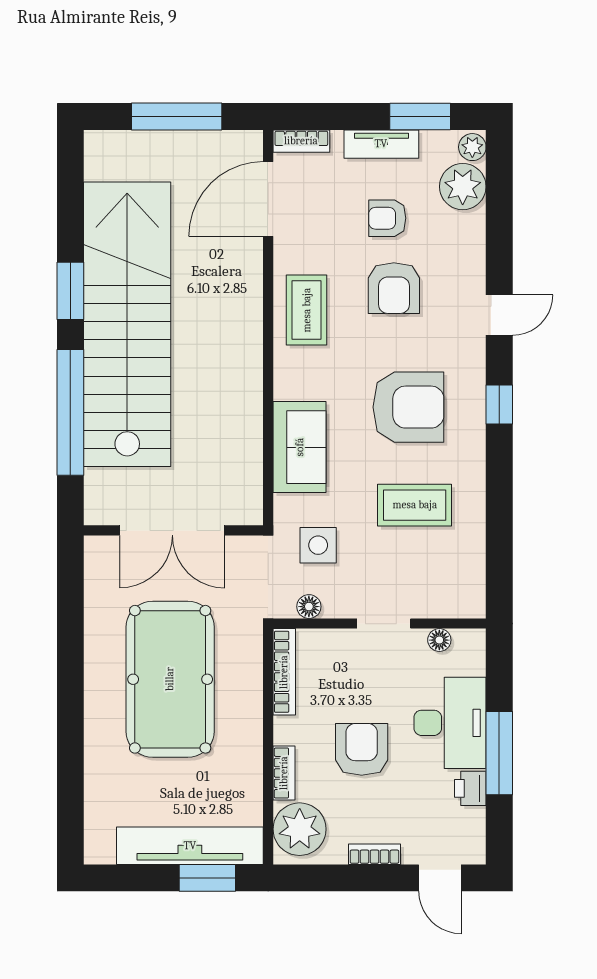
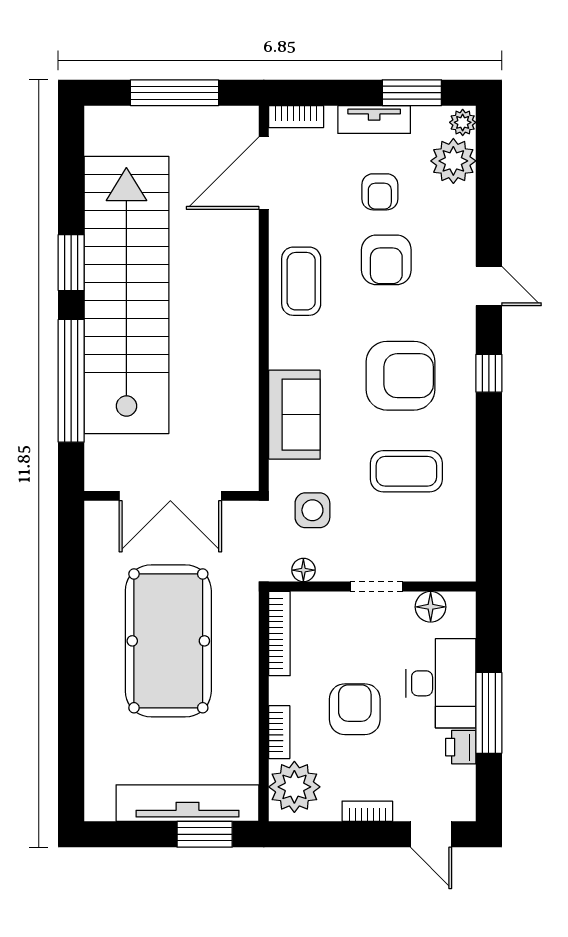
armchair: (387, 218) -> (380, 192), turned -90
door: (499, 315) -> (489, 286), hinge flipped
floor lamp: (439, 640) -> (431, 607), width x1.37, depth x1.37

